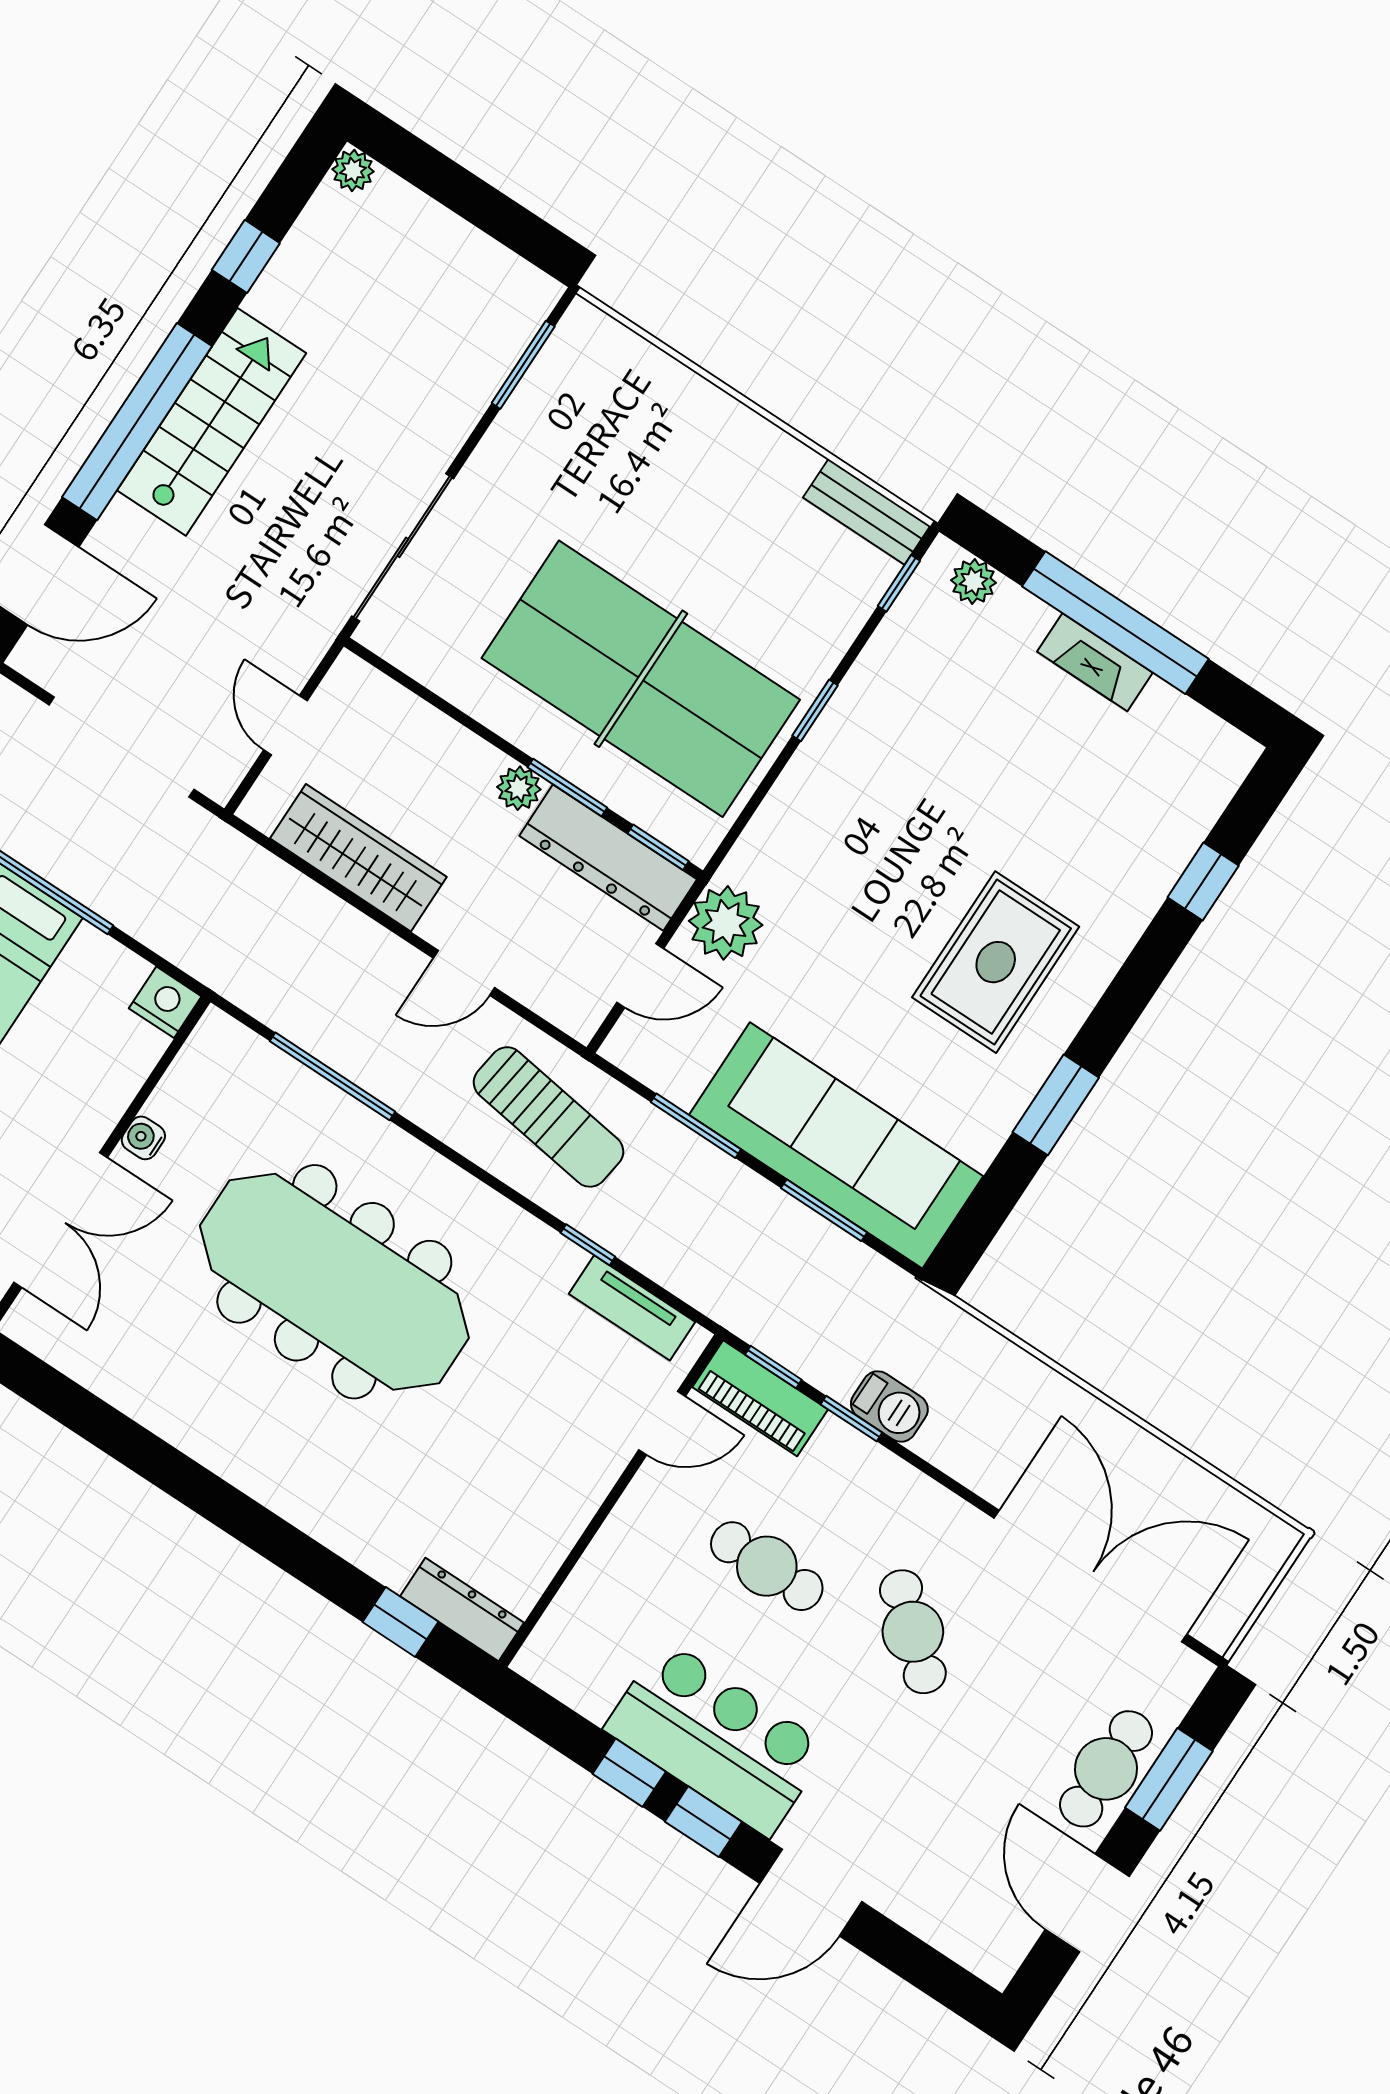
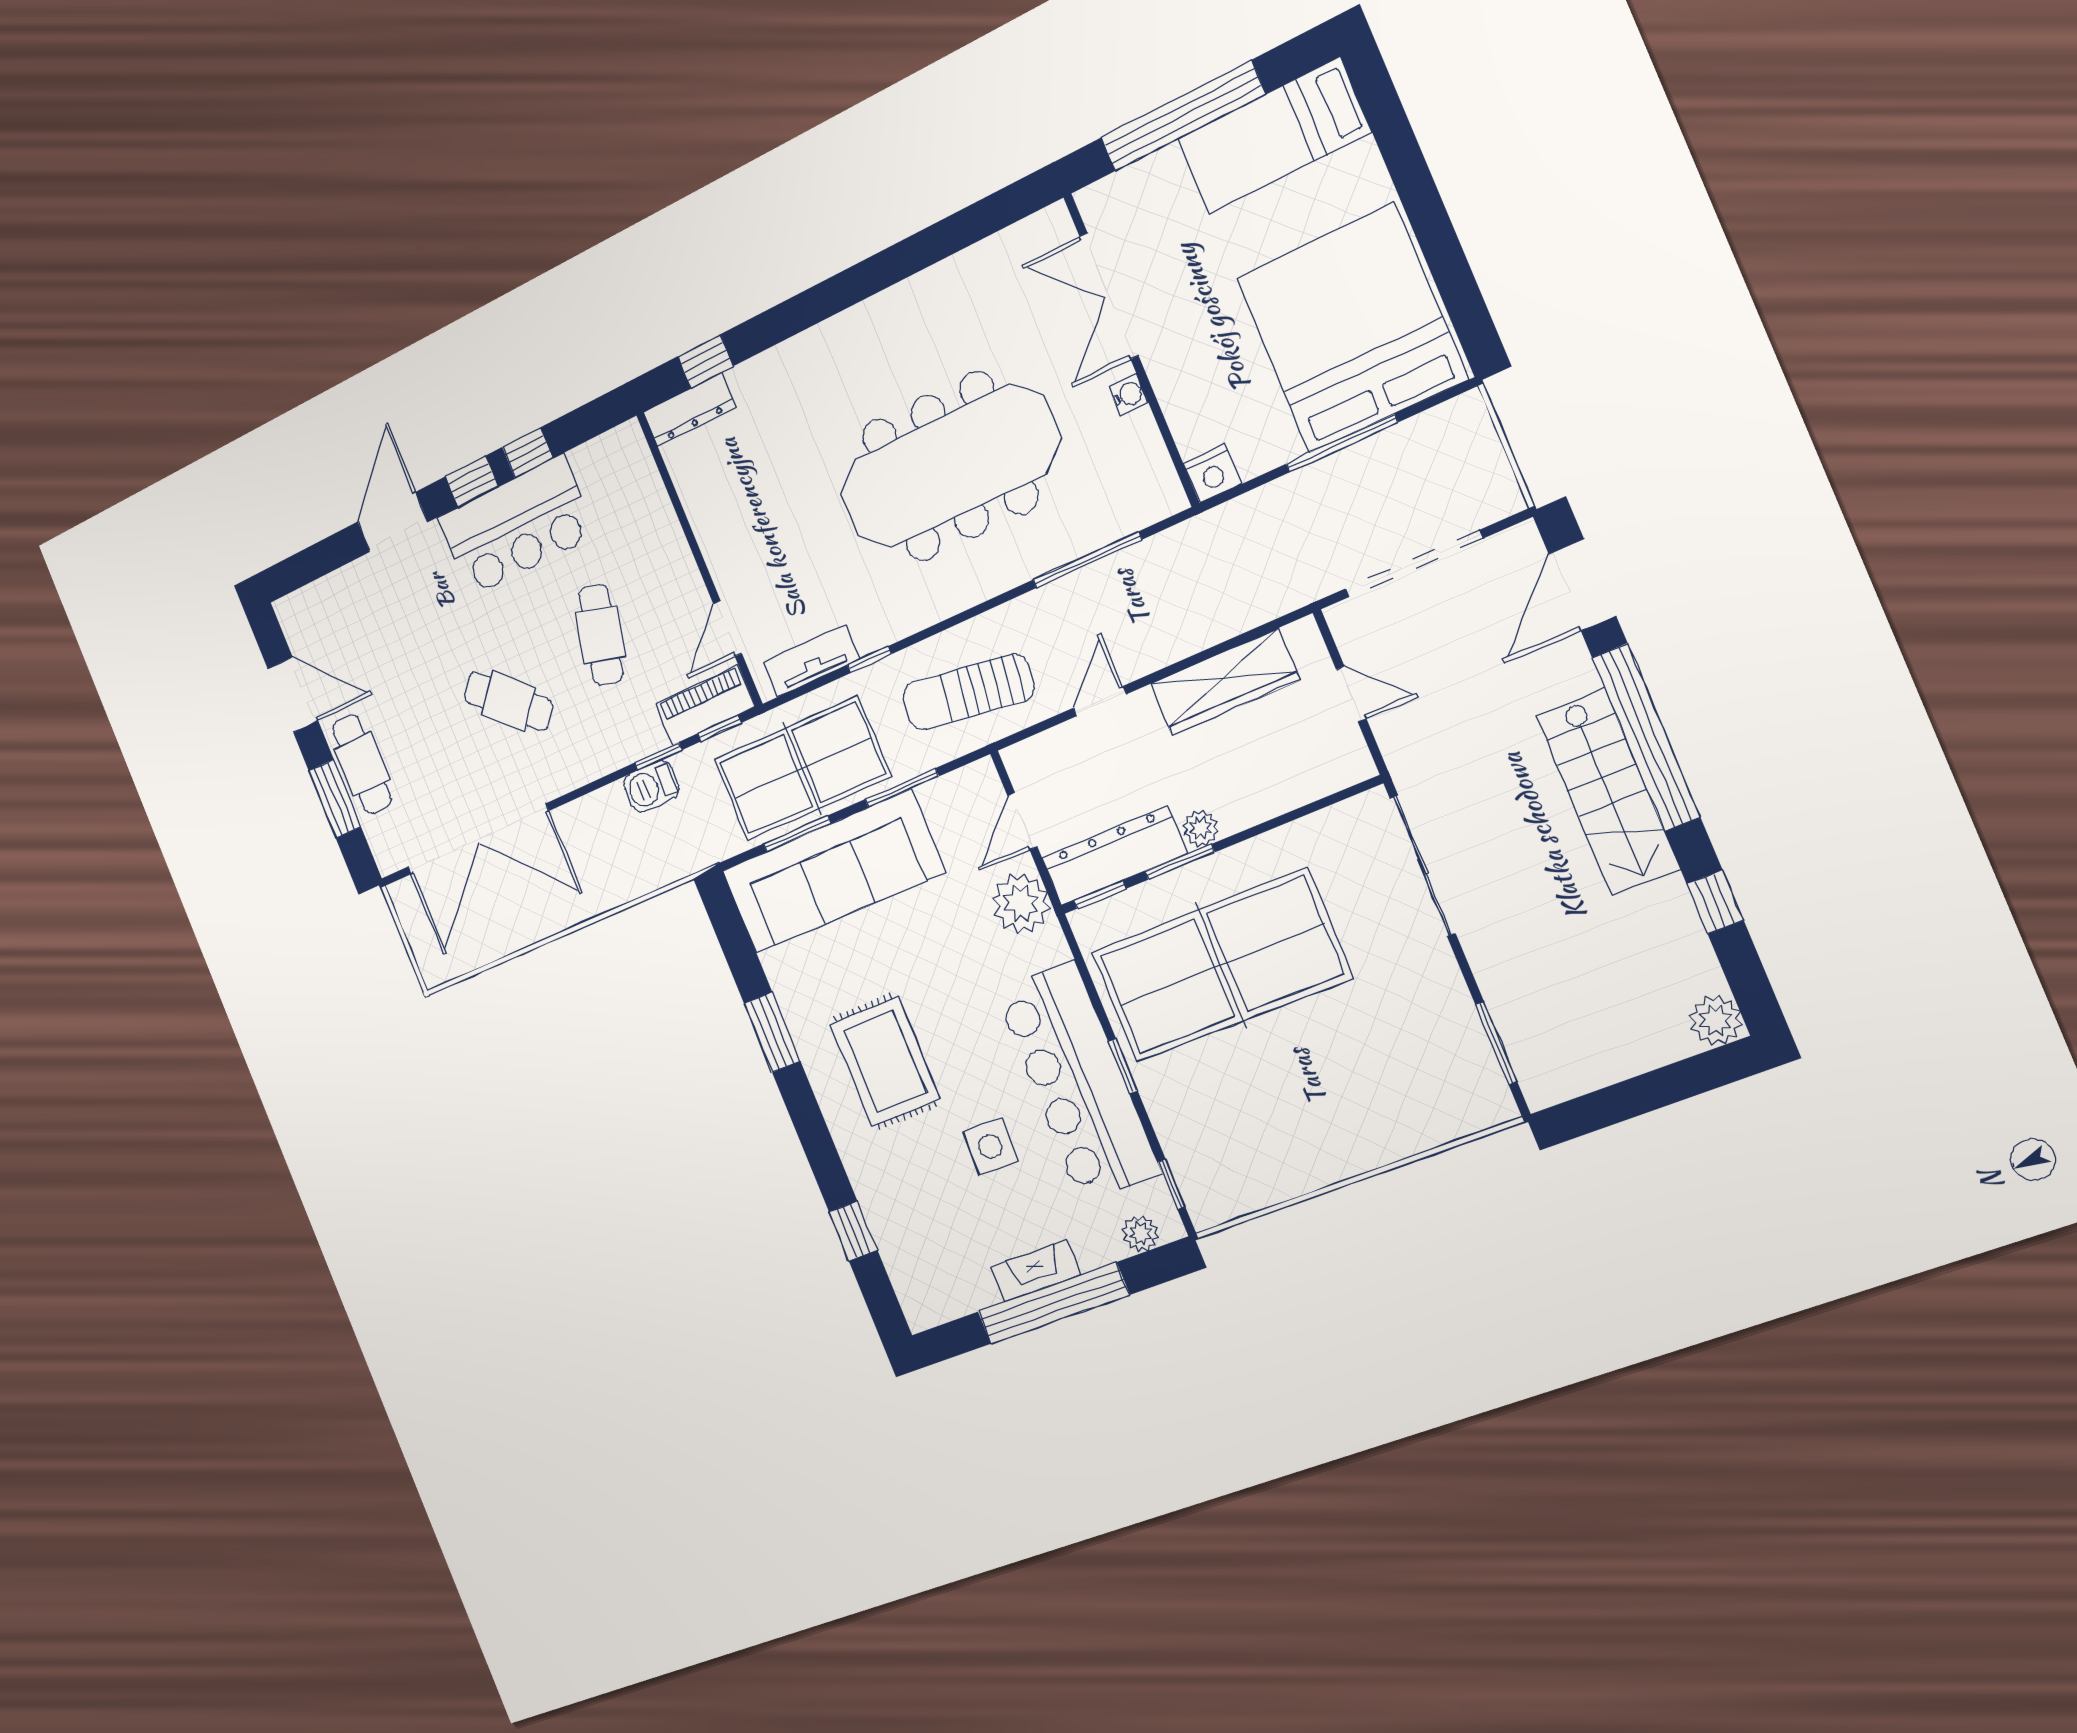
plant: (353, 170) -> (1716, 1020), width x1.38, depth x1.38
bench: (867, 512) -> (1234, 1199), removed
bar counter: (866, 746) -> (1078, 1082), added
side table: (1001, 793) -> (990, 1147), added
table tennis table: (752, 1248) -> (802, 768), added
cafe table: (767, 1566) -> (601, 635), turned -76

